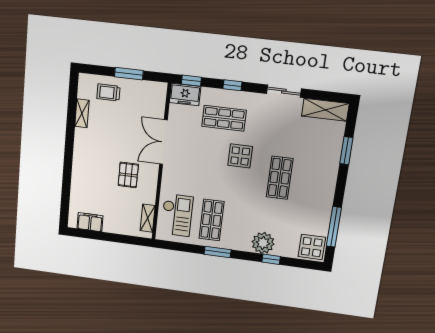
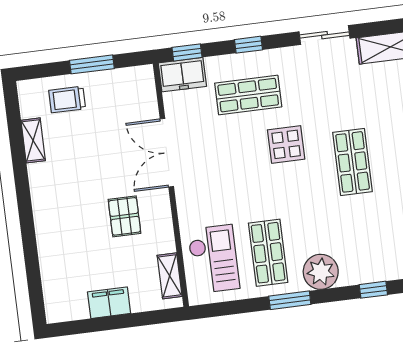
filing cabinet: (90, 222) -> (109, 303), moved
plant: (263, 243) -> (321, 272), moved

